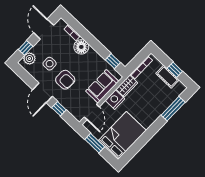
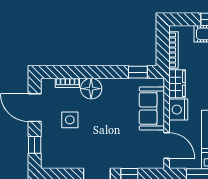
plant: (29, 58) -> (49, 152), removed
side table: (50, 64) -> (70, 120), moved
armchair: (65, 80) -> (107, 138), removed

